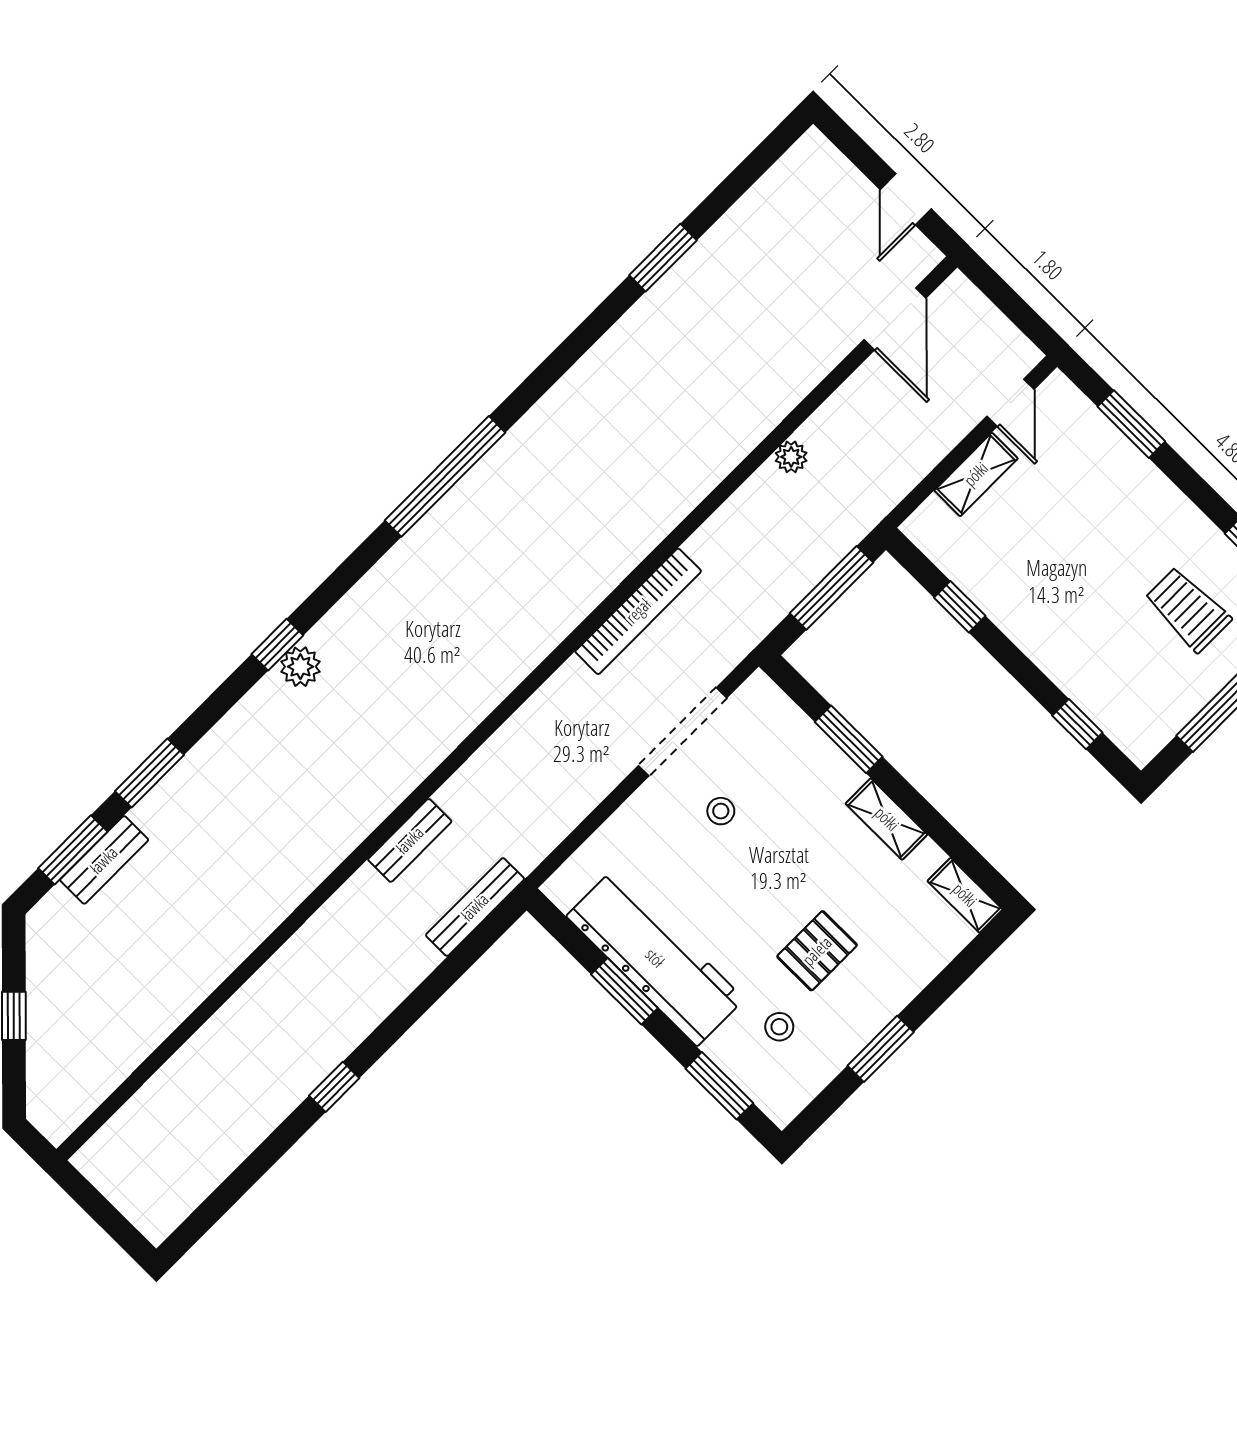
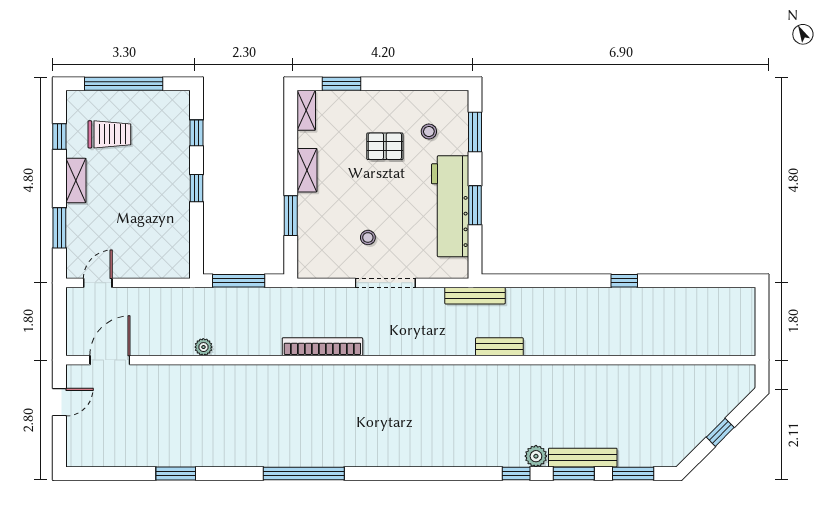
shelving: (976, 474) -> (76, 180), moved, turned 90
window: (445, 476) -> (304, 474), moved
window: (960, 607) -> (196, 188), moved
trolley: (1188, 609) -> (109, 134), turned -90
window: (277, 645) -> (516, 474), moved
plant: (300, 667) -> (536, 456), moved
doorway: (683, 732) -> (385, 283), moved
bench: (104, 860) -> (583, 458), moved, width x1.36
bench: (475, 907) -> (475, 296), moved
window: (881, 1049) -> (341, 84), moved

